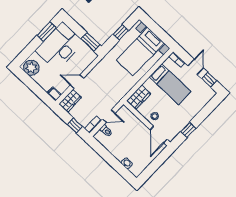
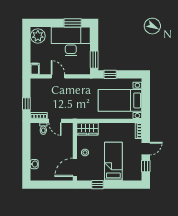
window: (121, 32) -> (110, 74), moved
bed: (170, 84) -> (113, 161), moved, turned 180
wardrobe: (70, 101) -> (40, 84), removed

